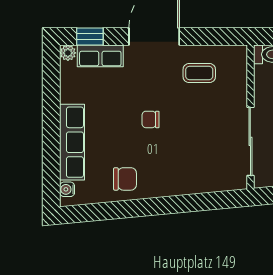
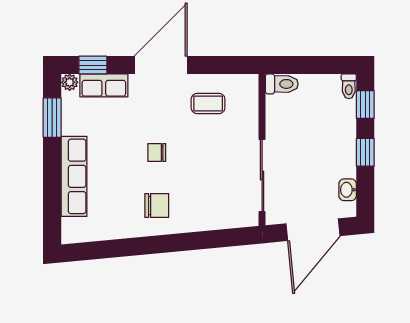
window: (51, 86) -> (52, 118), added
chair: (125, 179) -> (157, 206), moved
water cooler: (67, 189) -> (69, 226), removed

